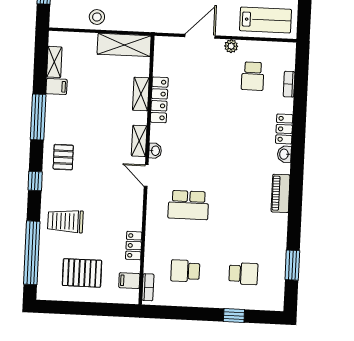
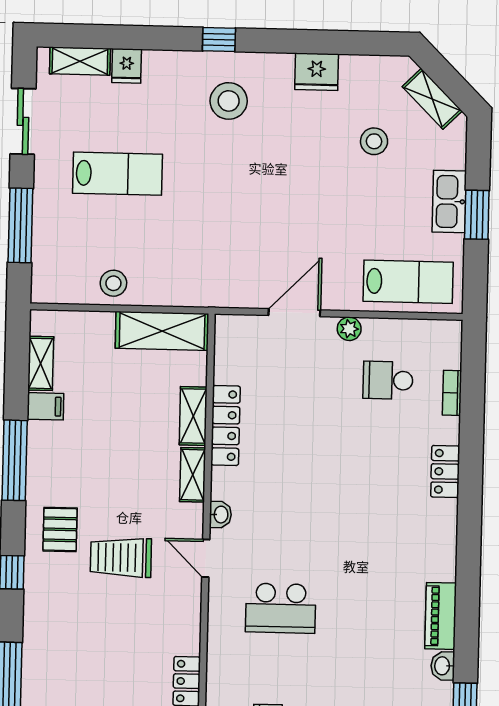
school desk: (253, 76) -> (388, 380), turned 90
shelving: (139, 141) -> (193, 475), moved
washbasin: (284, 154) -> (443, 666), moved
piano: (281, 193) -> (441, 616), moved
trolley: (65, 221) -> (121, 557), moved

